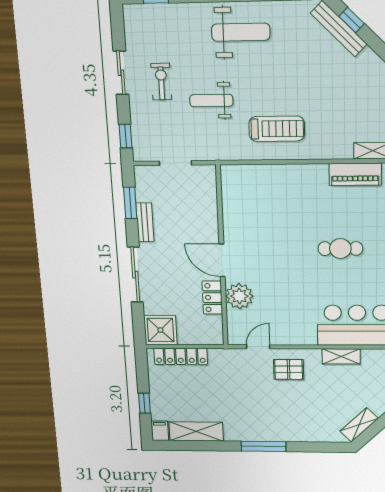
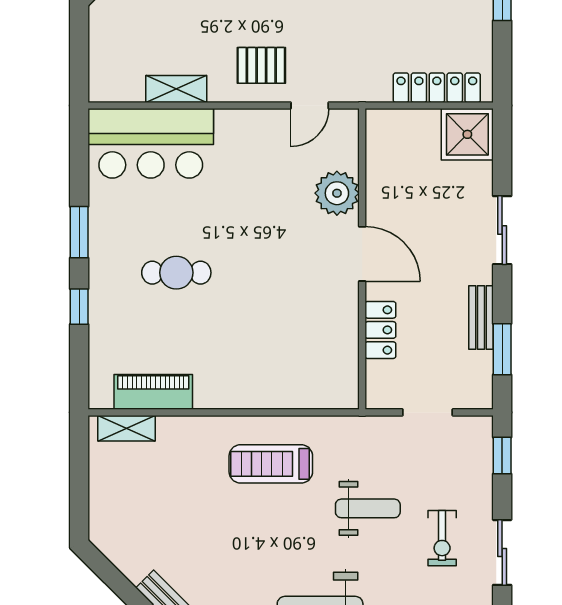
sliding door: (135, 275) -> (502, 230), width x0.73
locker: (212, 298) -> (380, 330), moved

